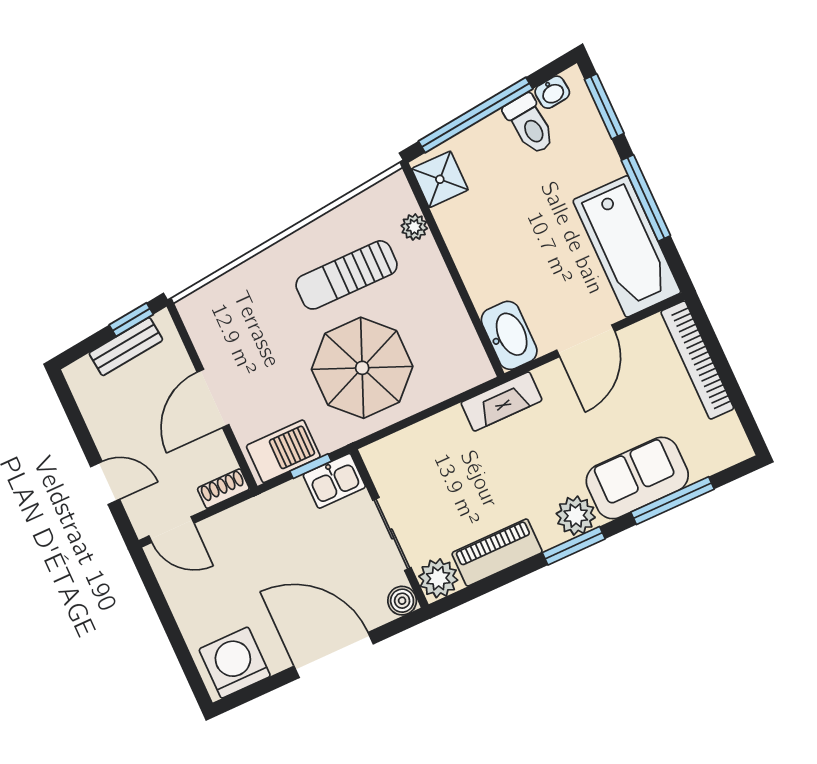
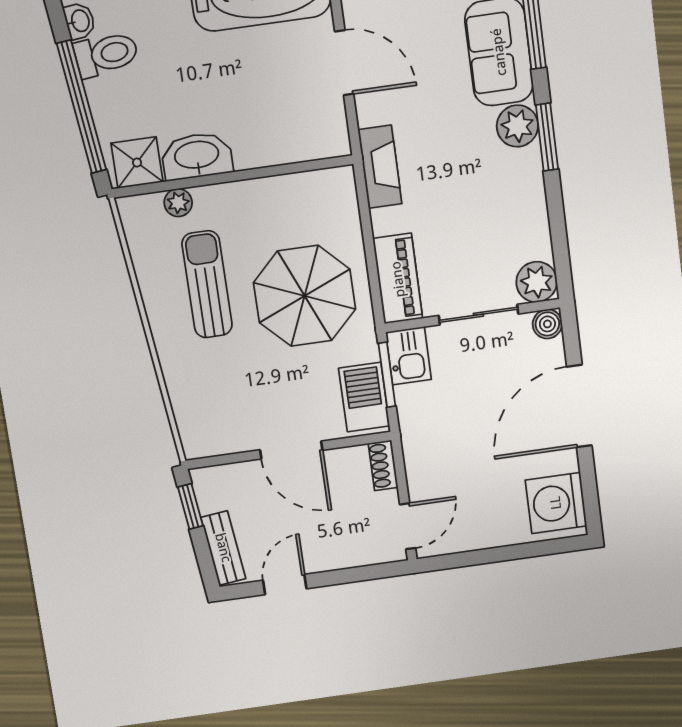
sun lounger: (347, 275) -> (207, 284), turned 180
washbasin: (509, 335) -> (197, 156), moved
bench: (126, 347) -> (223, 548), moved
window: (311, 466) -> (387, 375), width x1.50
door: (105, 483) -> (285, 584), moved
piano: (497, 553) -> (398, 279), moved, turned 180

